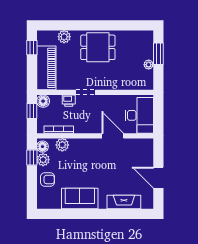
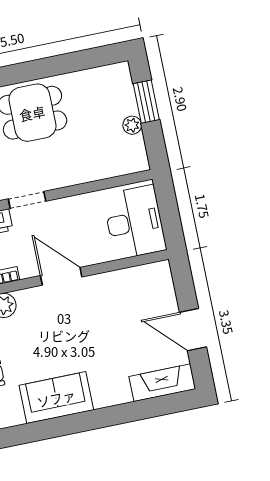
door: (113, 136) -> (61, 276), moved
fireplace: (124, 202) -> (162, 383), moved

